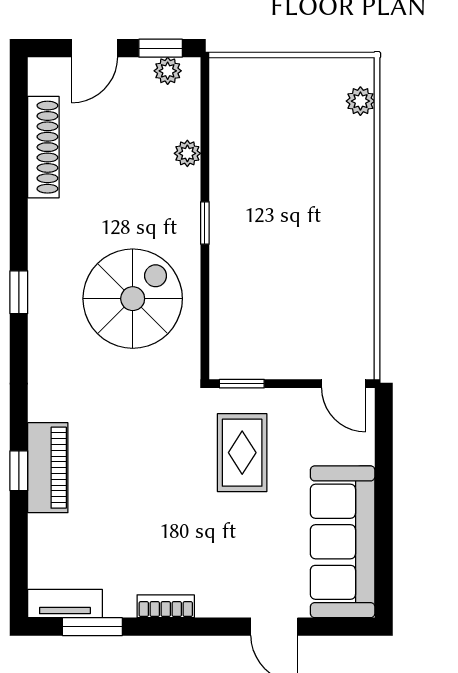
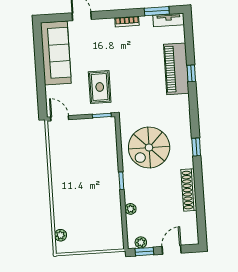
shoe rack: (43, 147) -> (189, 190), moved
piano: (48, 468) -> (176, 69), width x1.37, depth x1.33

